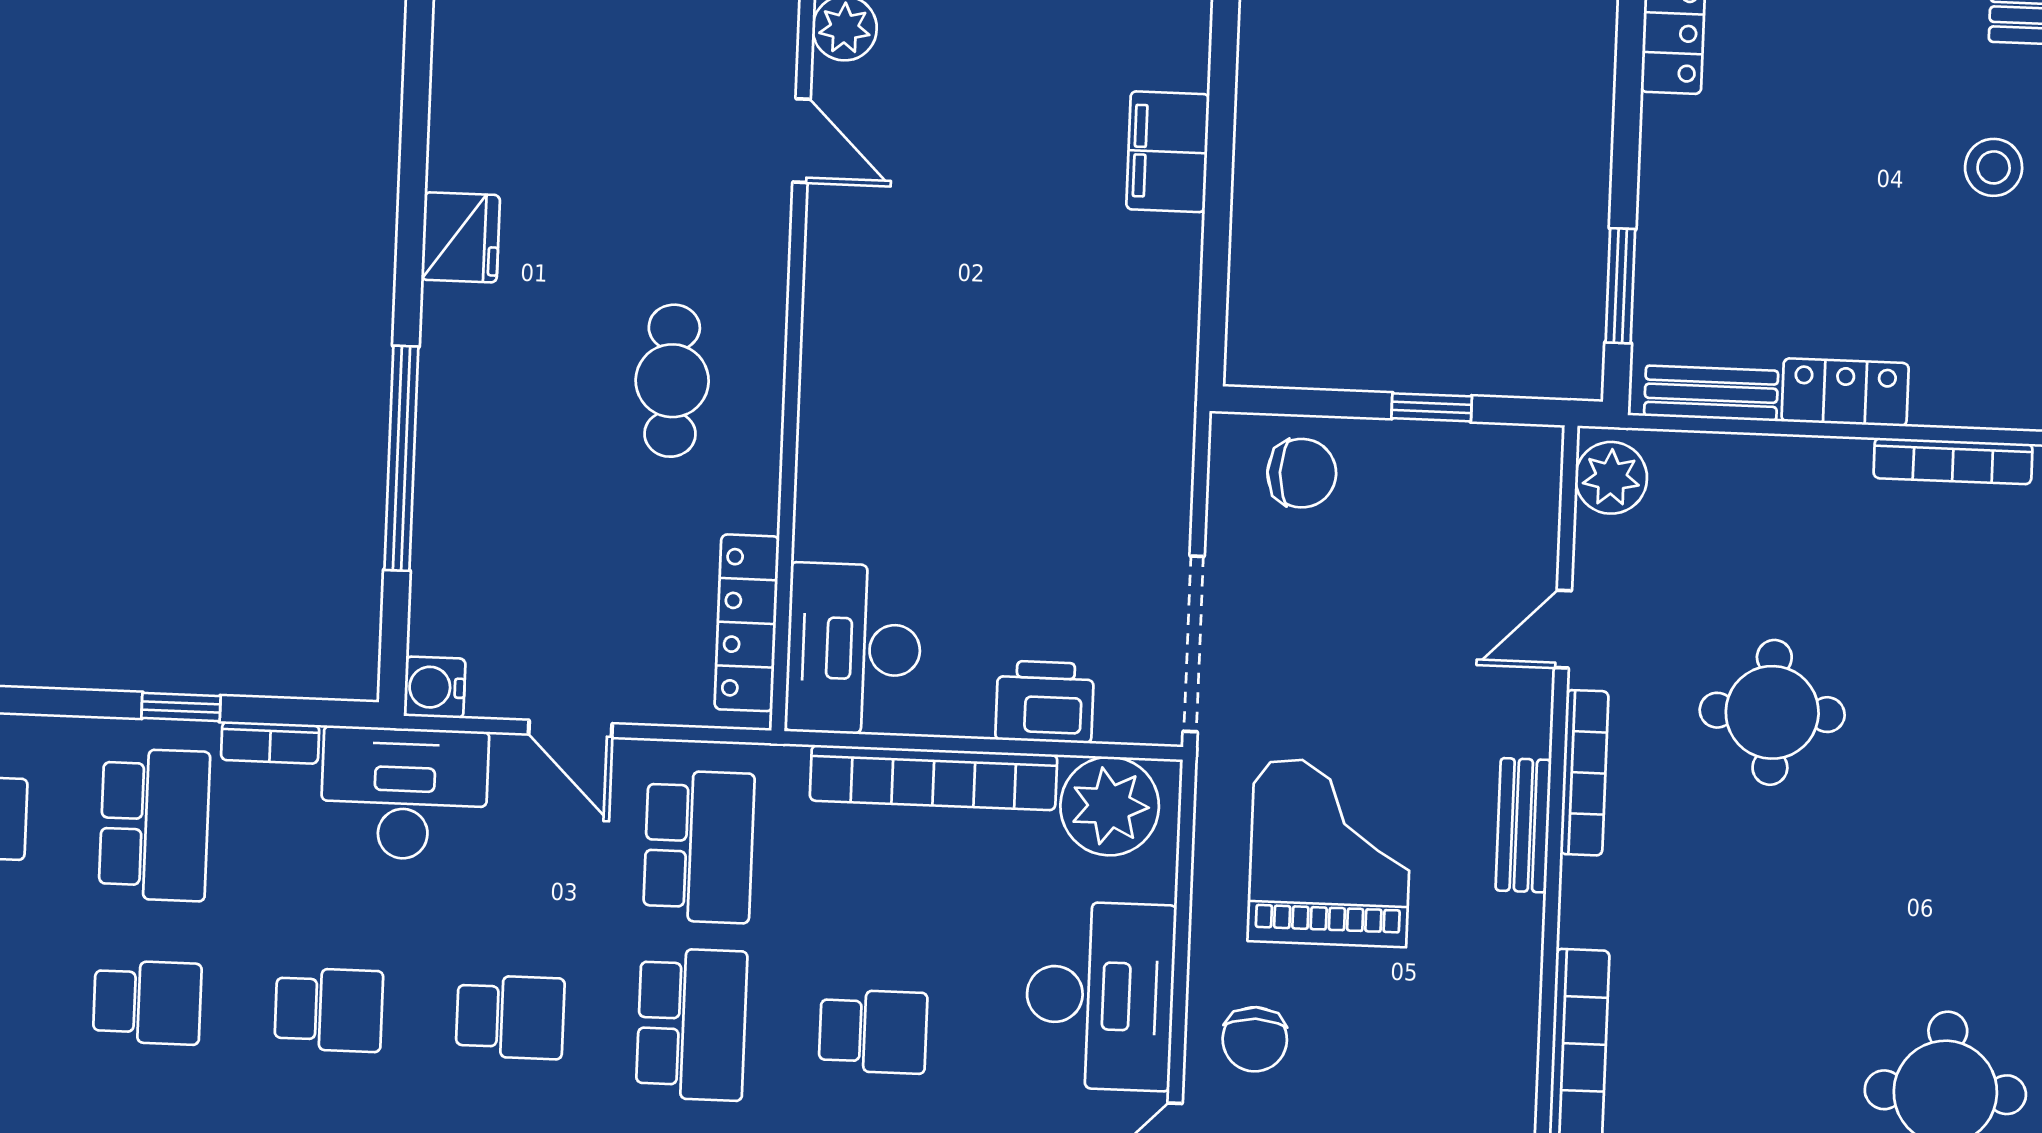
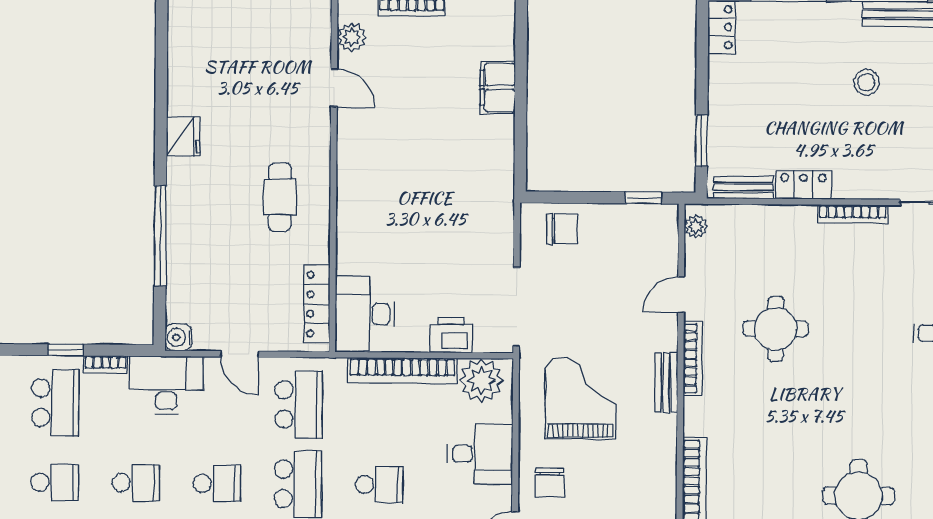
window: (1432, 407) -> (644, 198), moved
plant: (1611, 478) -> (696, 226), width x0.73, depth x0.73
desk: (1100, 996) -> (480, 454), width x0.73

